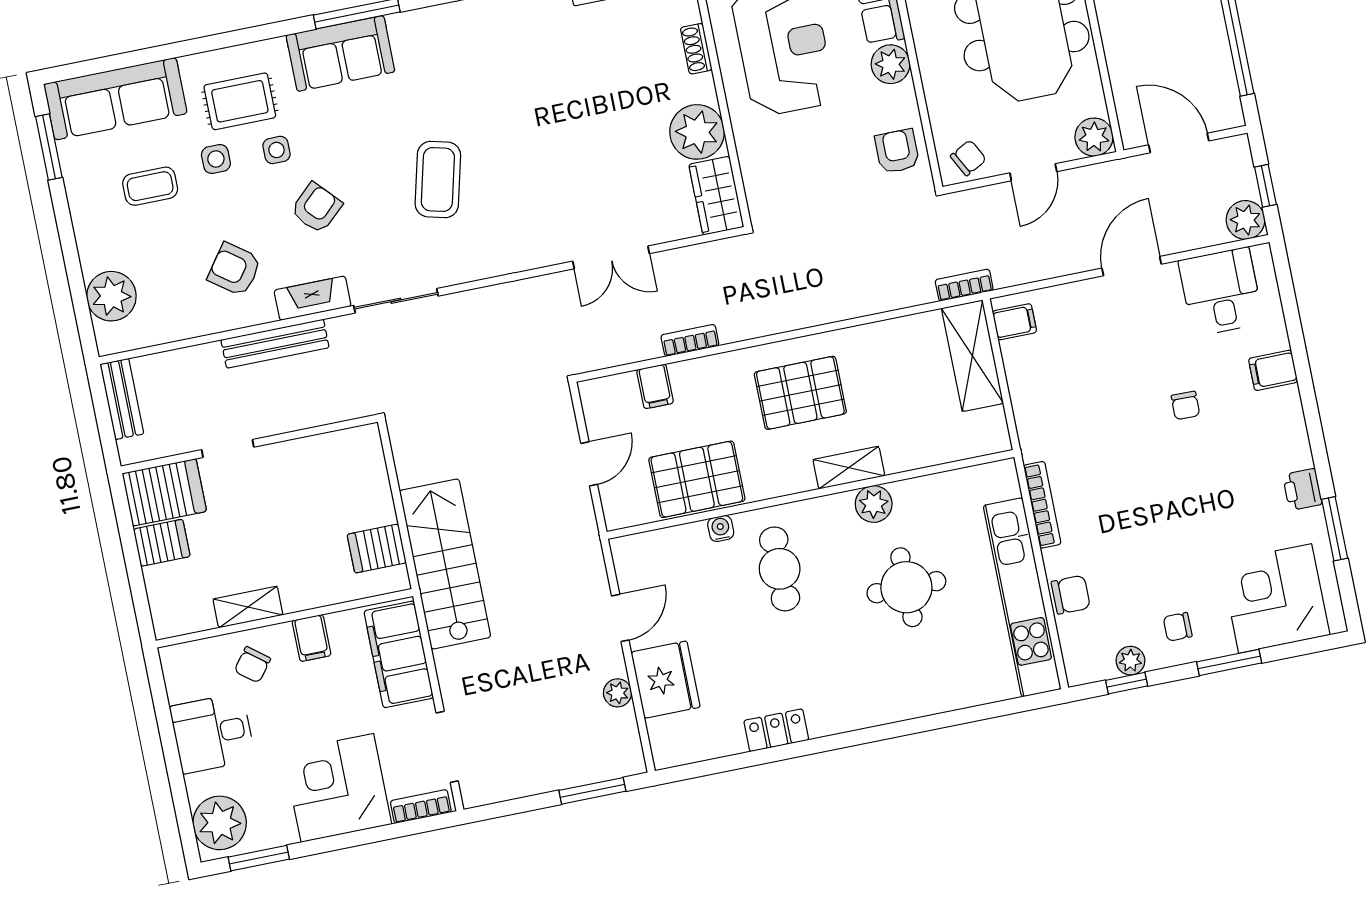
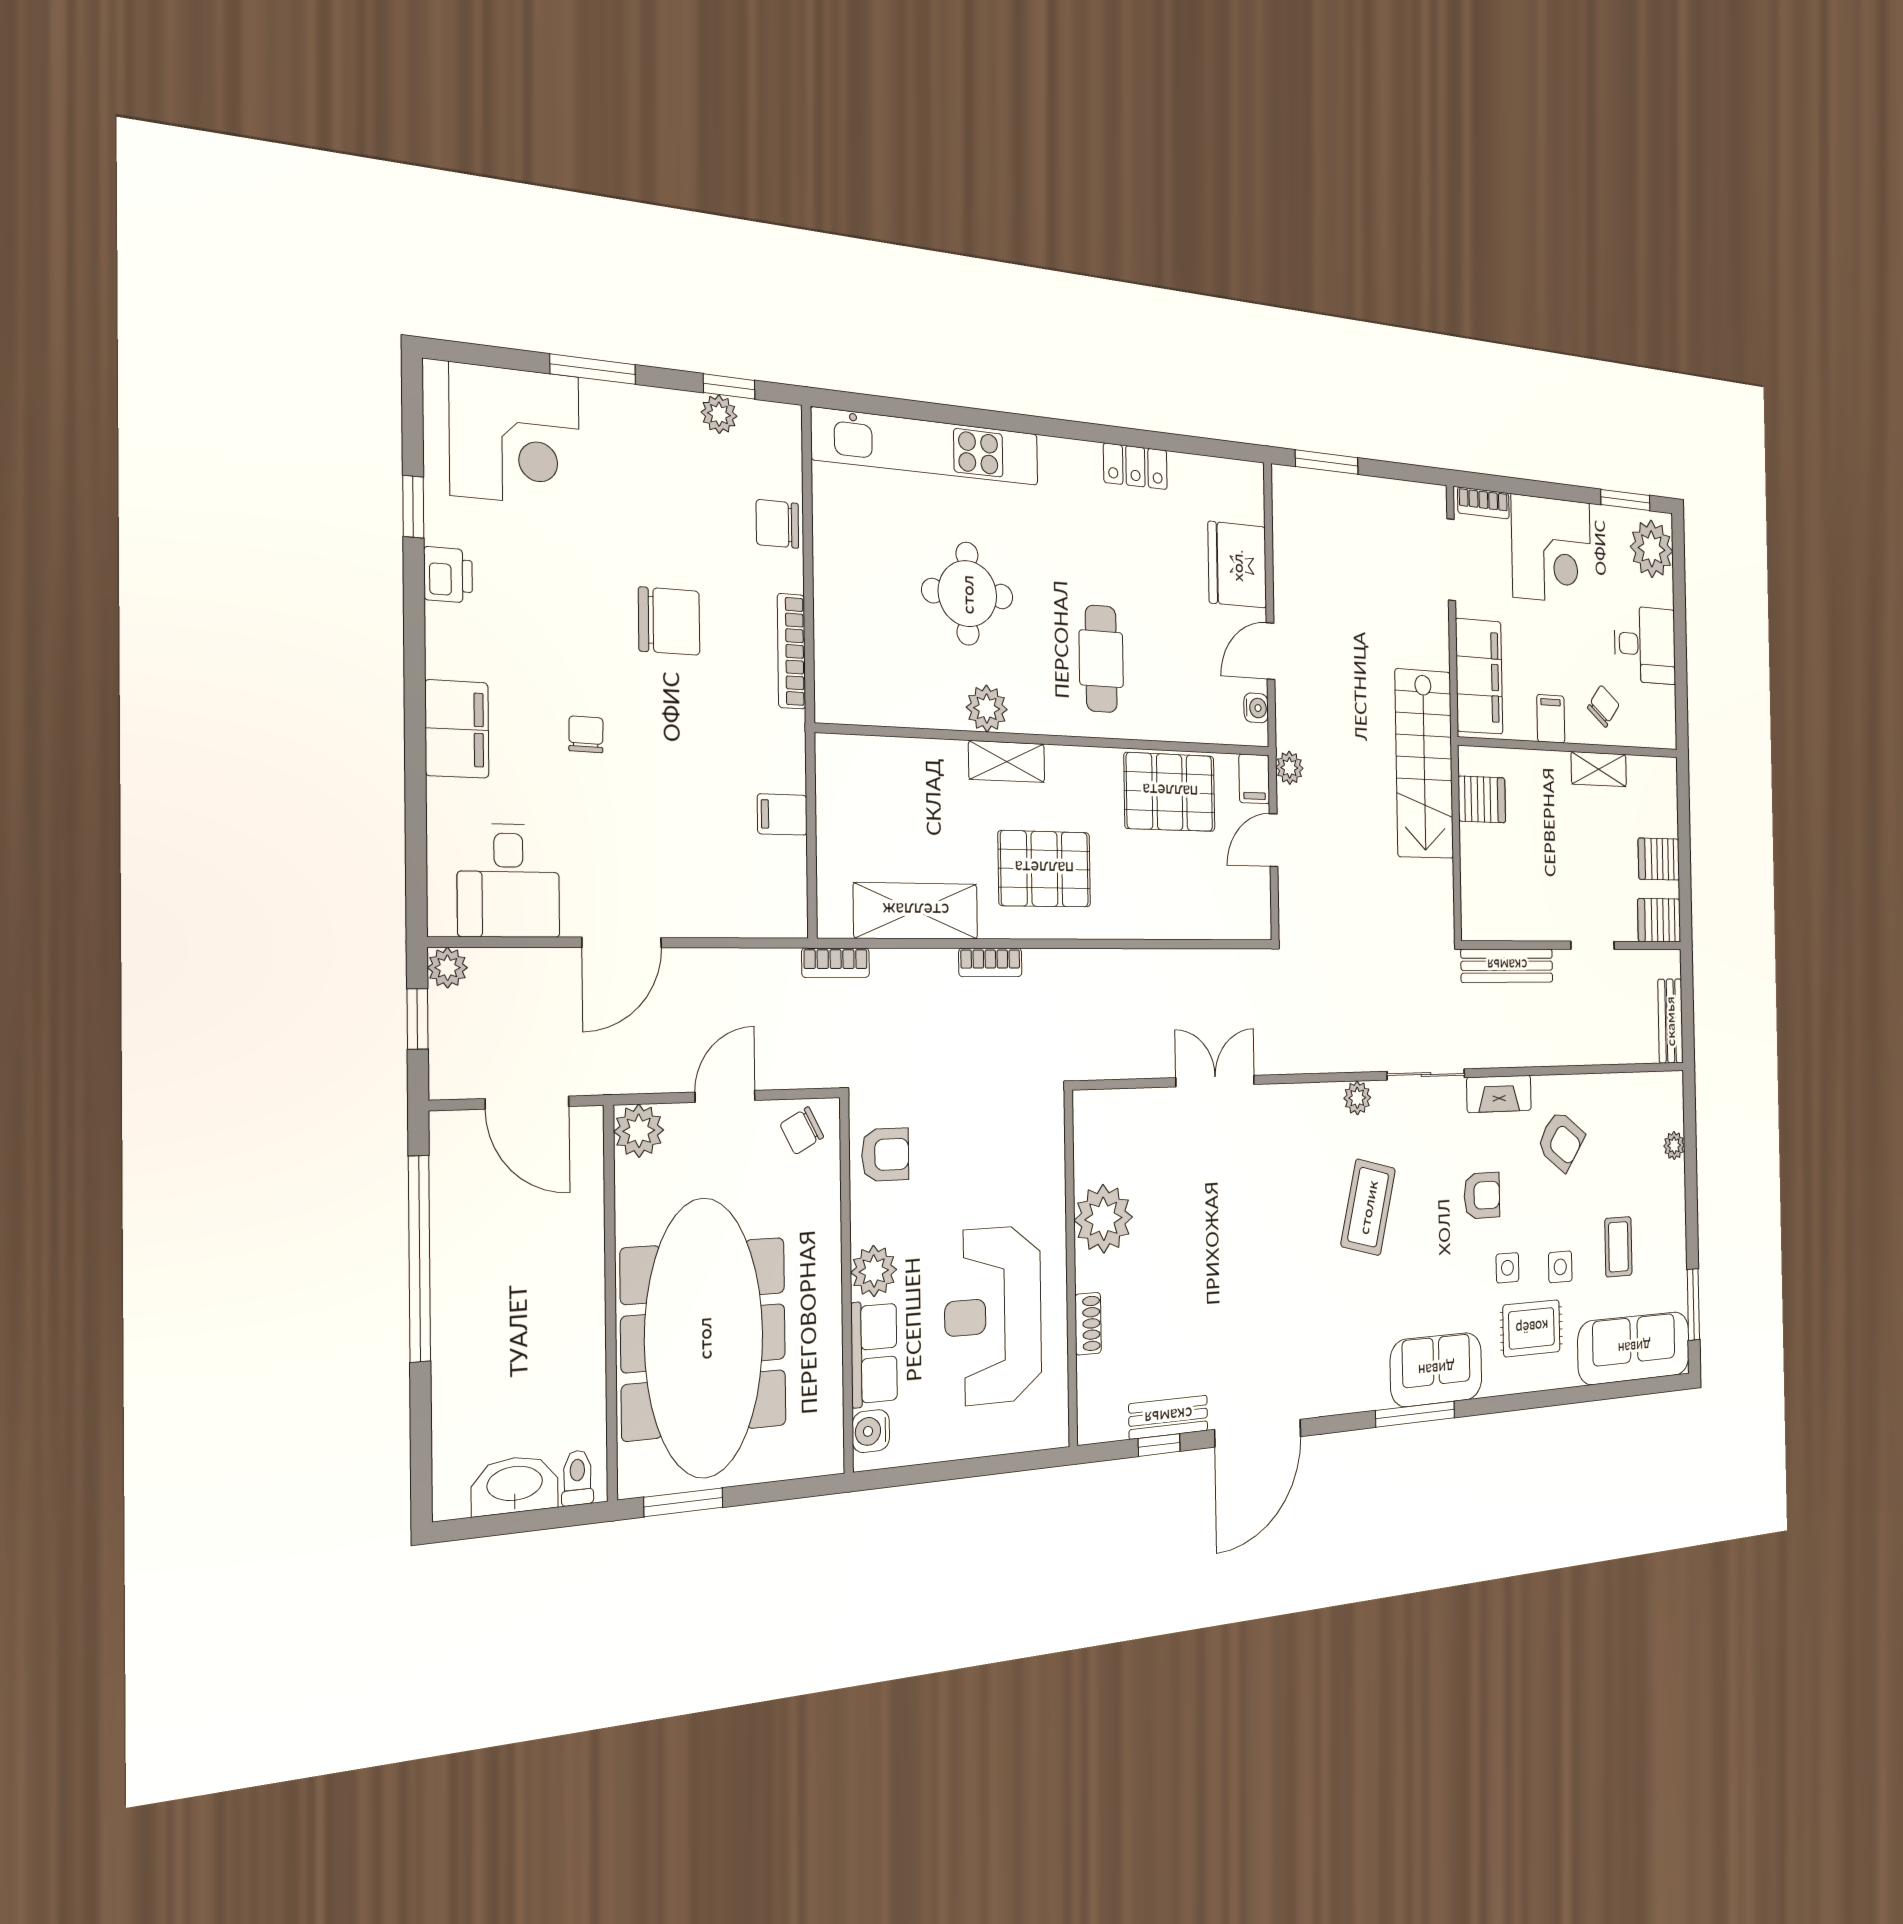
armchair: (897, 151) -> (885, 1155), turned -90
coffee table: (150, 186) -> (1618, 1247), turned 90
wardrobe: (716, 196) -> (1095, 1135), removed
armchair: (316, 208) -> (1482, 1195), turned -137
plant: (1245, 220) -> (447, 968), width x0.73, depth x0.73
plant: (466, 268) -> (1357, 1098), added
plant: (111, 296) -> (1674, 1146), width x0.53, depth x0.53
filing cabinet: (1015, 322) -> (782, 814), moved
bookcase: (690, 340) -> (990, 962), moved
bench: (275, 344) -> (1507, 966), moved
shelving: (972, 356) -> (916, 911), moved, turned 90
filing cabinet: (1273, 370) -> (457, 729), width x2.00
filing cabinet: (655, 386) -> (1254, 779), moved, turned 180
server rack: (164, 492) -> (1659, 920), width x0.73, depth x0.70
water cooler: (721, 528) -> (1256, 708), moved, turned -90
window: (1335, 529) -> (413, 507), width x0.67
kitchen unit: (1022, 597) -> (927, 447), moved, turned 90
chair: (1178, 627) -> (669, 621), moved, width x1.87, depth x1.87
plant: (618, 693) -> (1290, 768), moved

